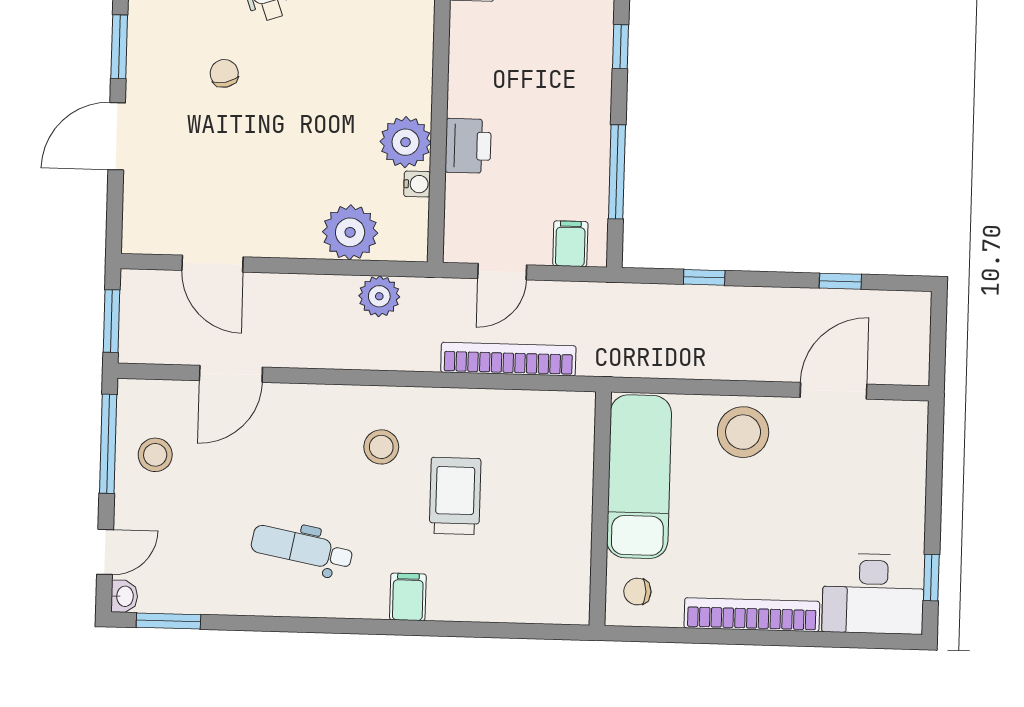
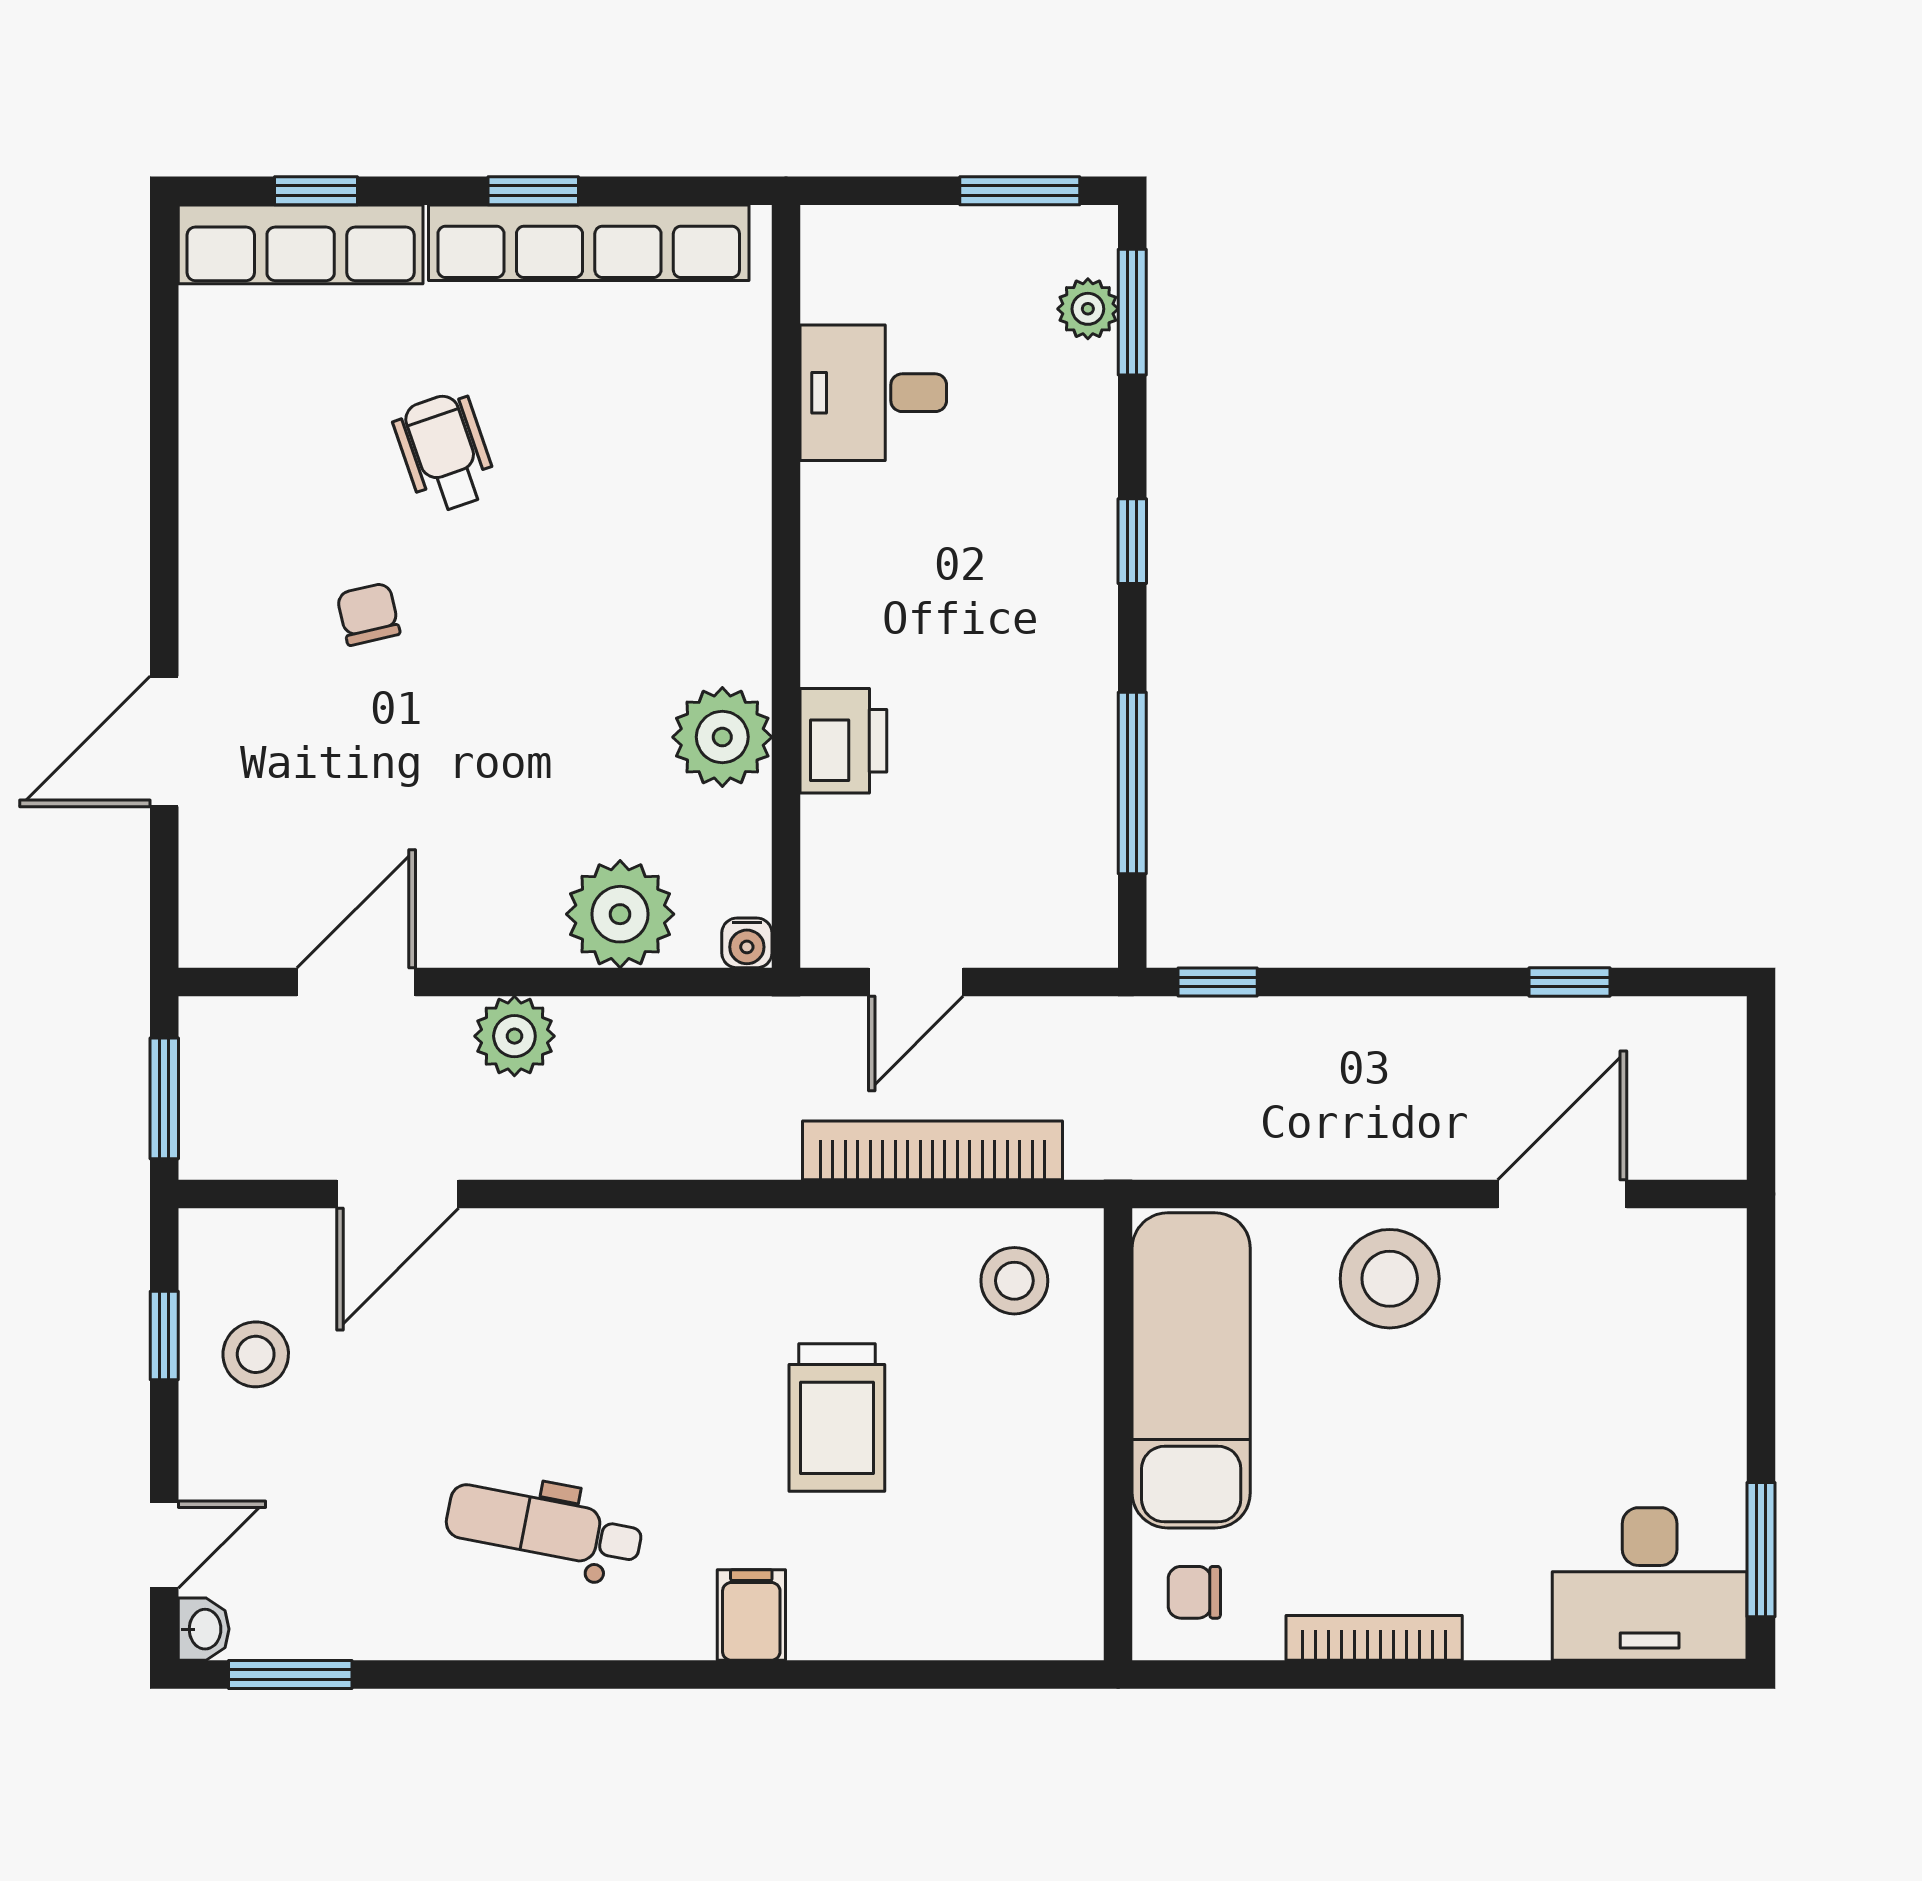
window: (119, 47) -> (164, 568), removed
water cooler: (417, 184) -> (747, 943), moved, turned 90
filing cabinet: (570, 244) -> (1046, 924), removed
door: (213, 264) -> (356, 982), swing flipped
window: (704, 277) -> (1218, 982), moved
plant: (379, 296) -> (514, 1036), moved
window: (108, 444) -> (164, 1335), width x0.46
stool: (381, 447) -> (1014, 1281), moved
trolley: (455, 496) -> (837, 1418), turned 180
window: (931, 578) -> (1761, 1550), width x1.50
bookcase: (752, 615) -> (1374, 1638), width x0.68, depth x0.76

